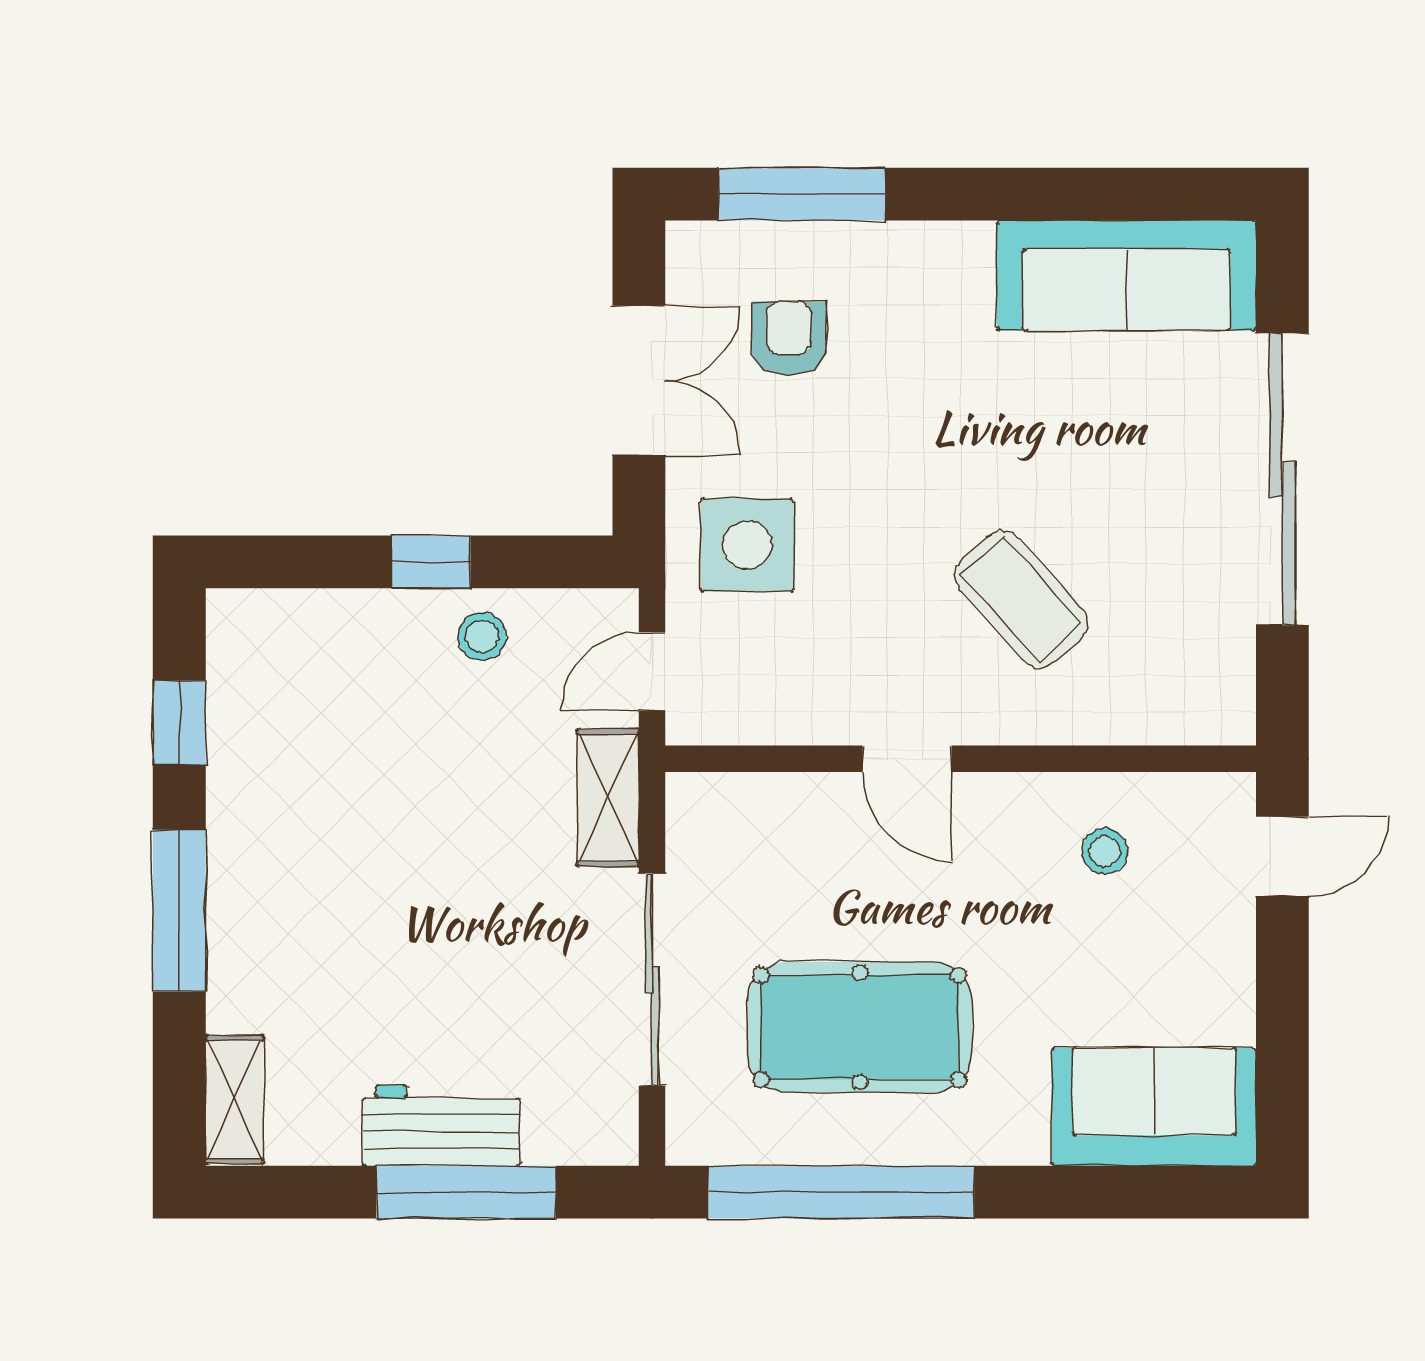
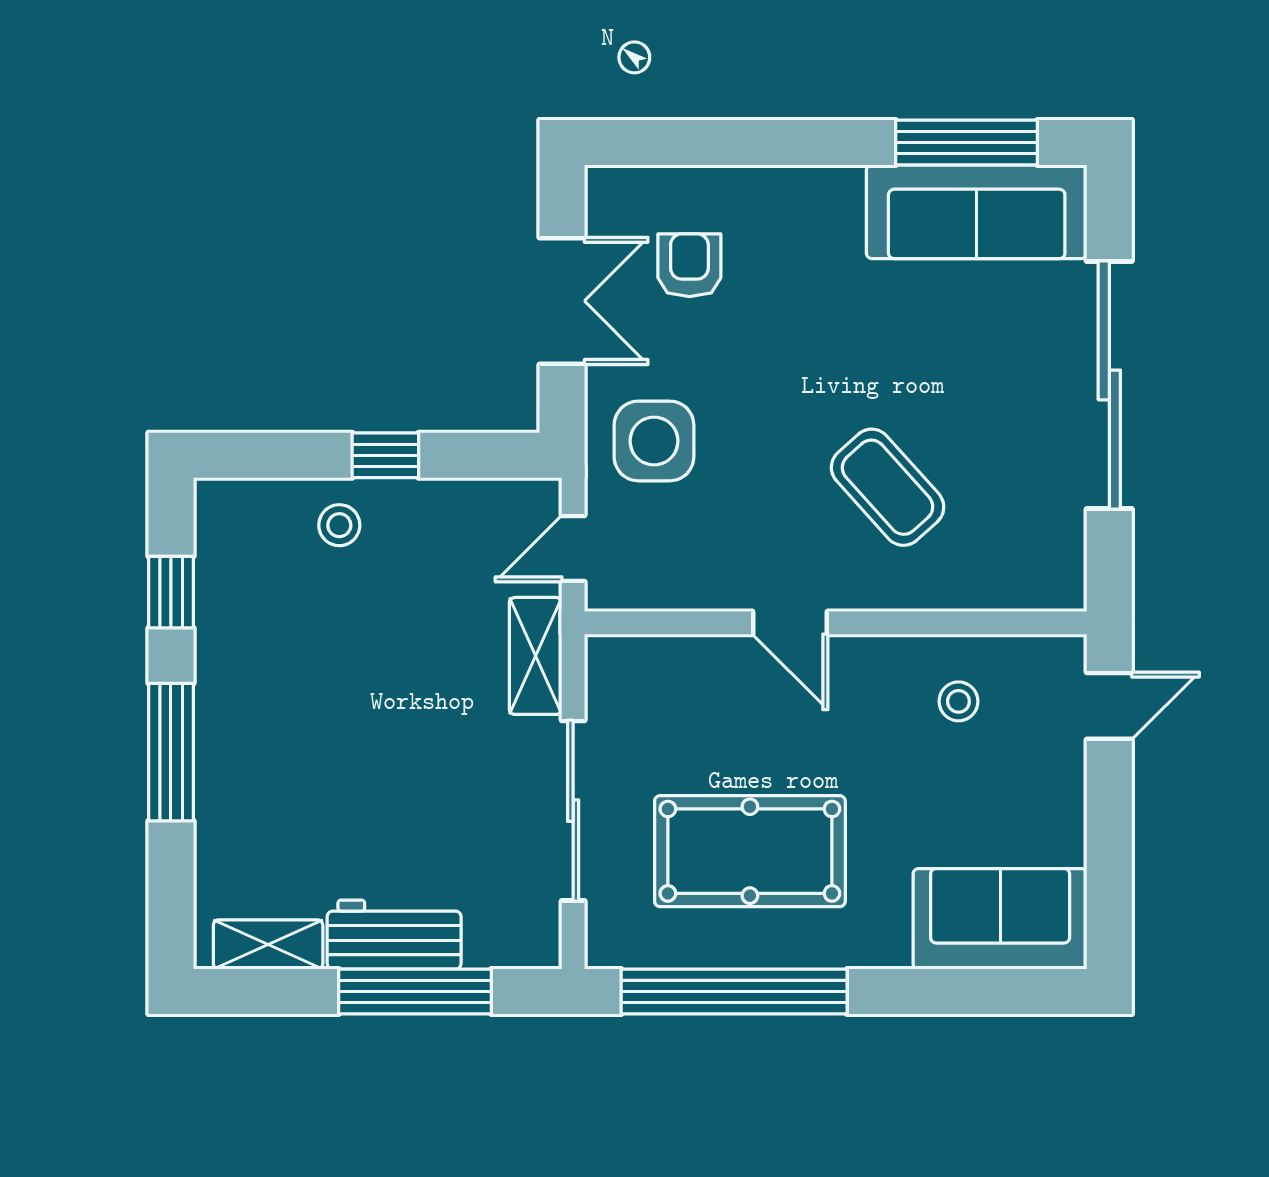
window: (802, 194) -> (966, 143), moved
stool: (482, 636) -> (339, 525), moved
shelving: (234, 1099) -> (268, 945), moved, turned 90

